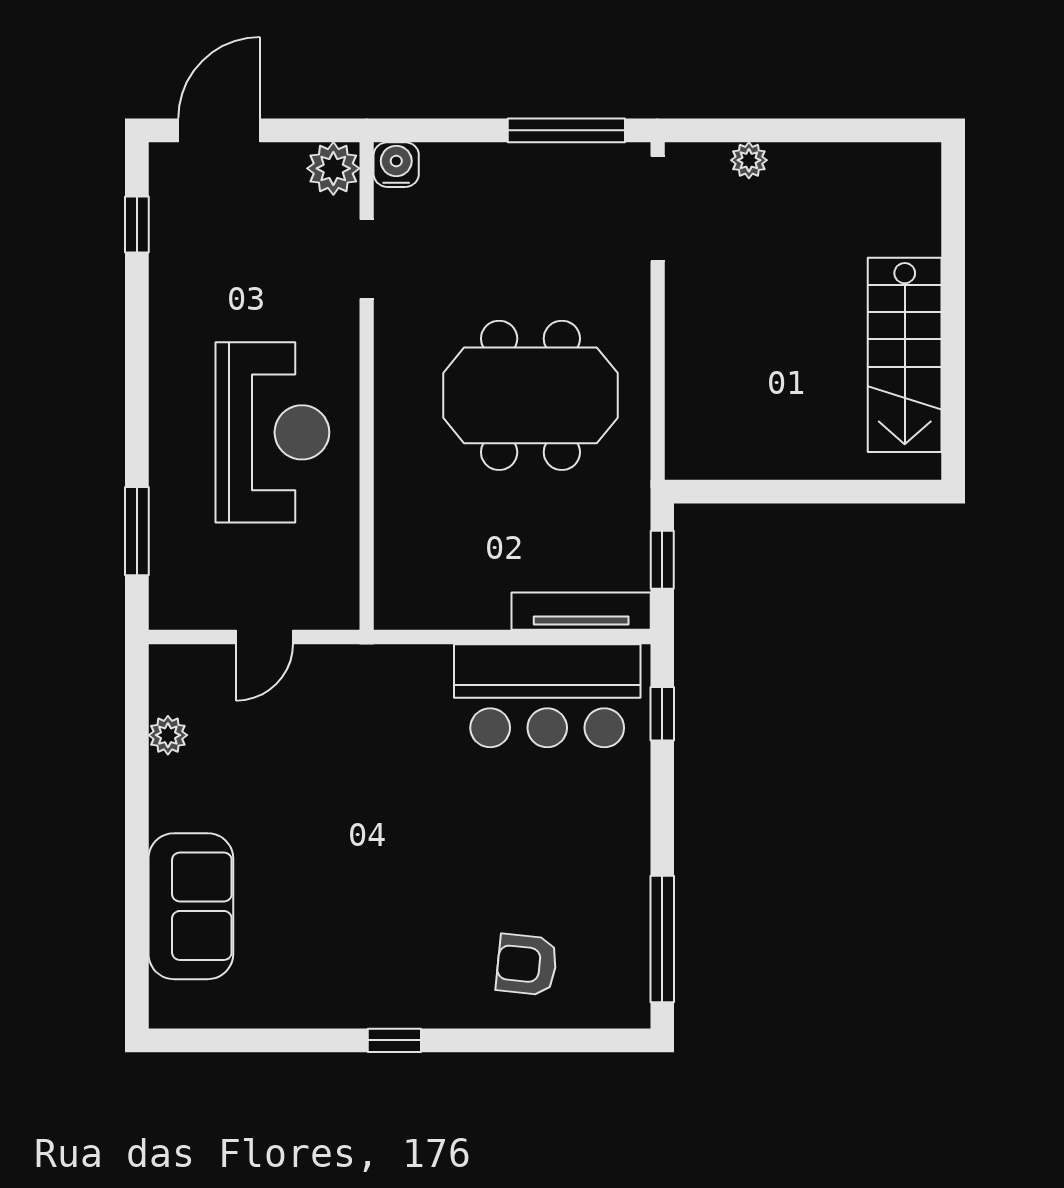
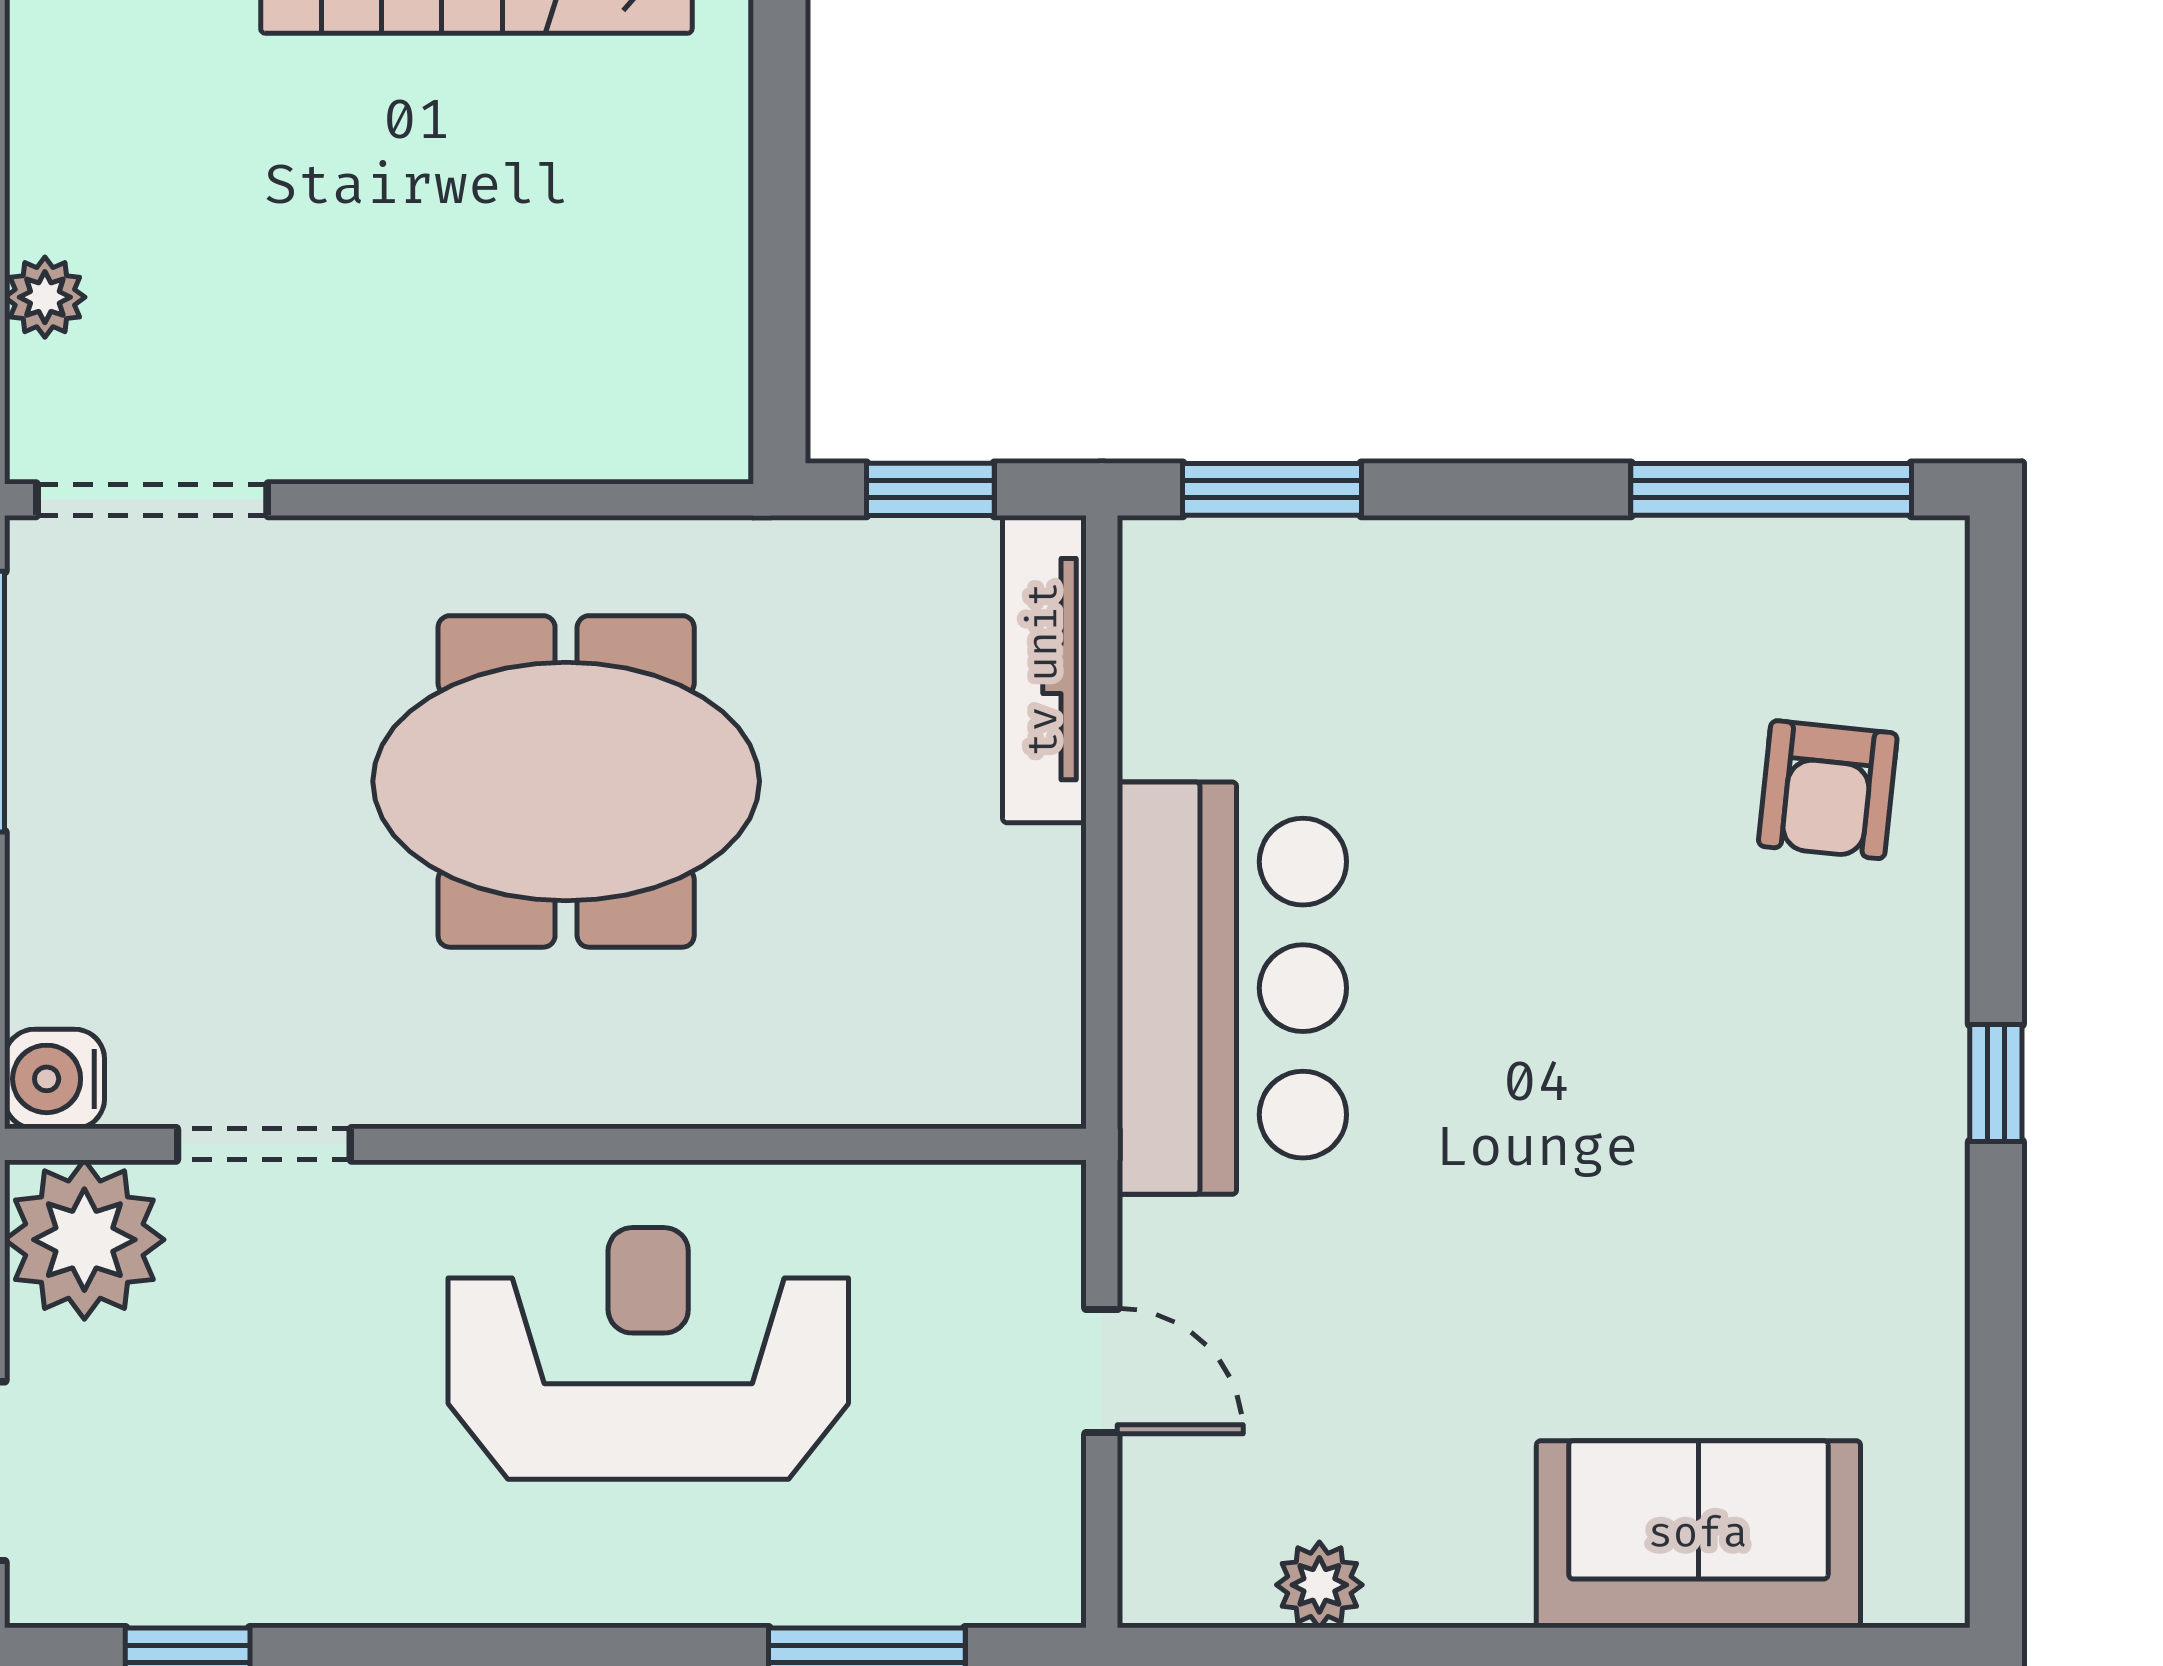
plant: (333, 168) -> (84, 1240), width x1.36, depth x1.36
meeting table: (530, 395) -> (566, 781), turned 90
bar counter: (547, 696) -> (1232, 988), moved
window: (662, 714) -> (1272, 489), width x1.50

